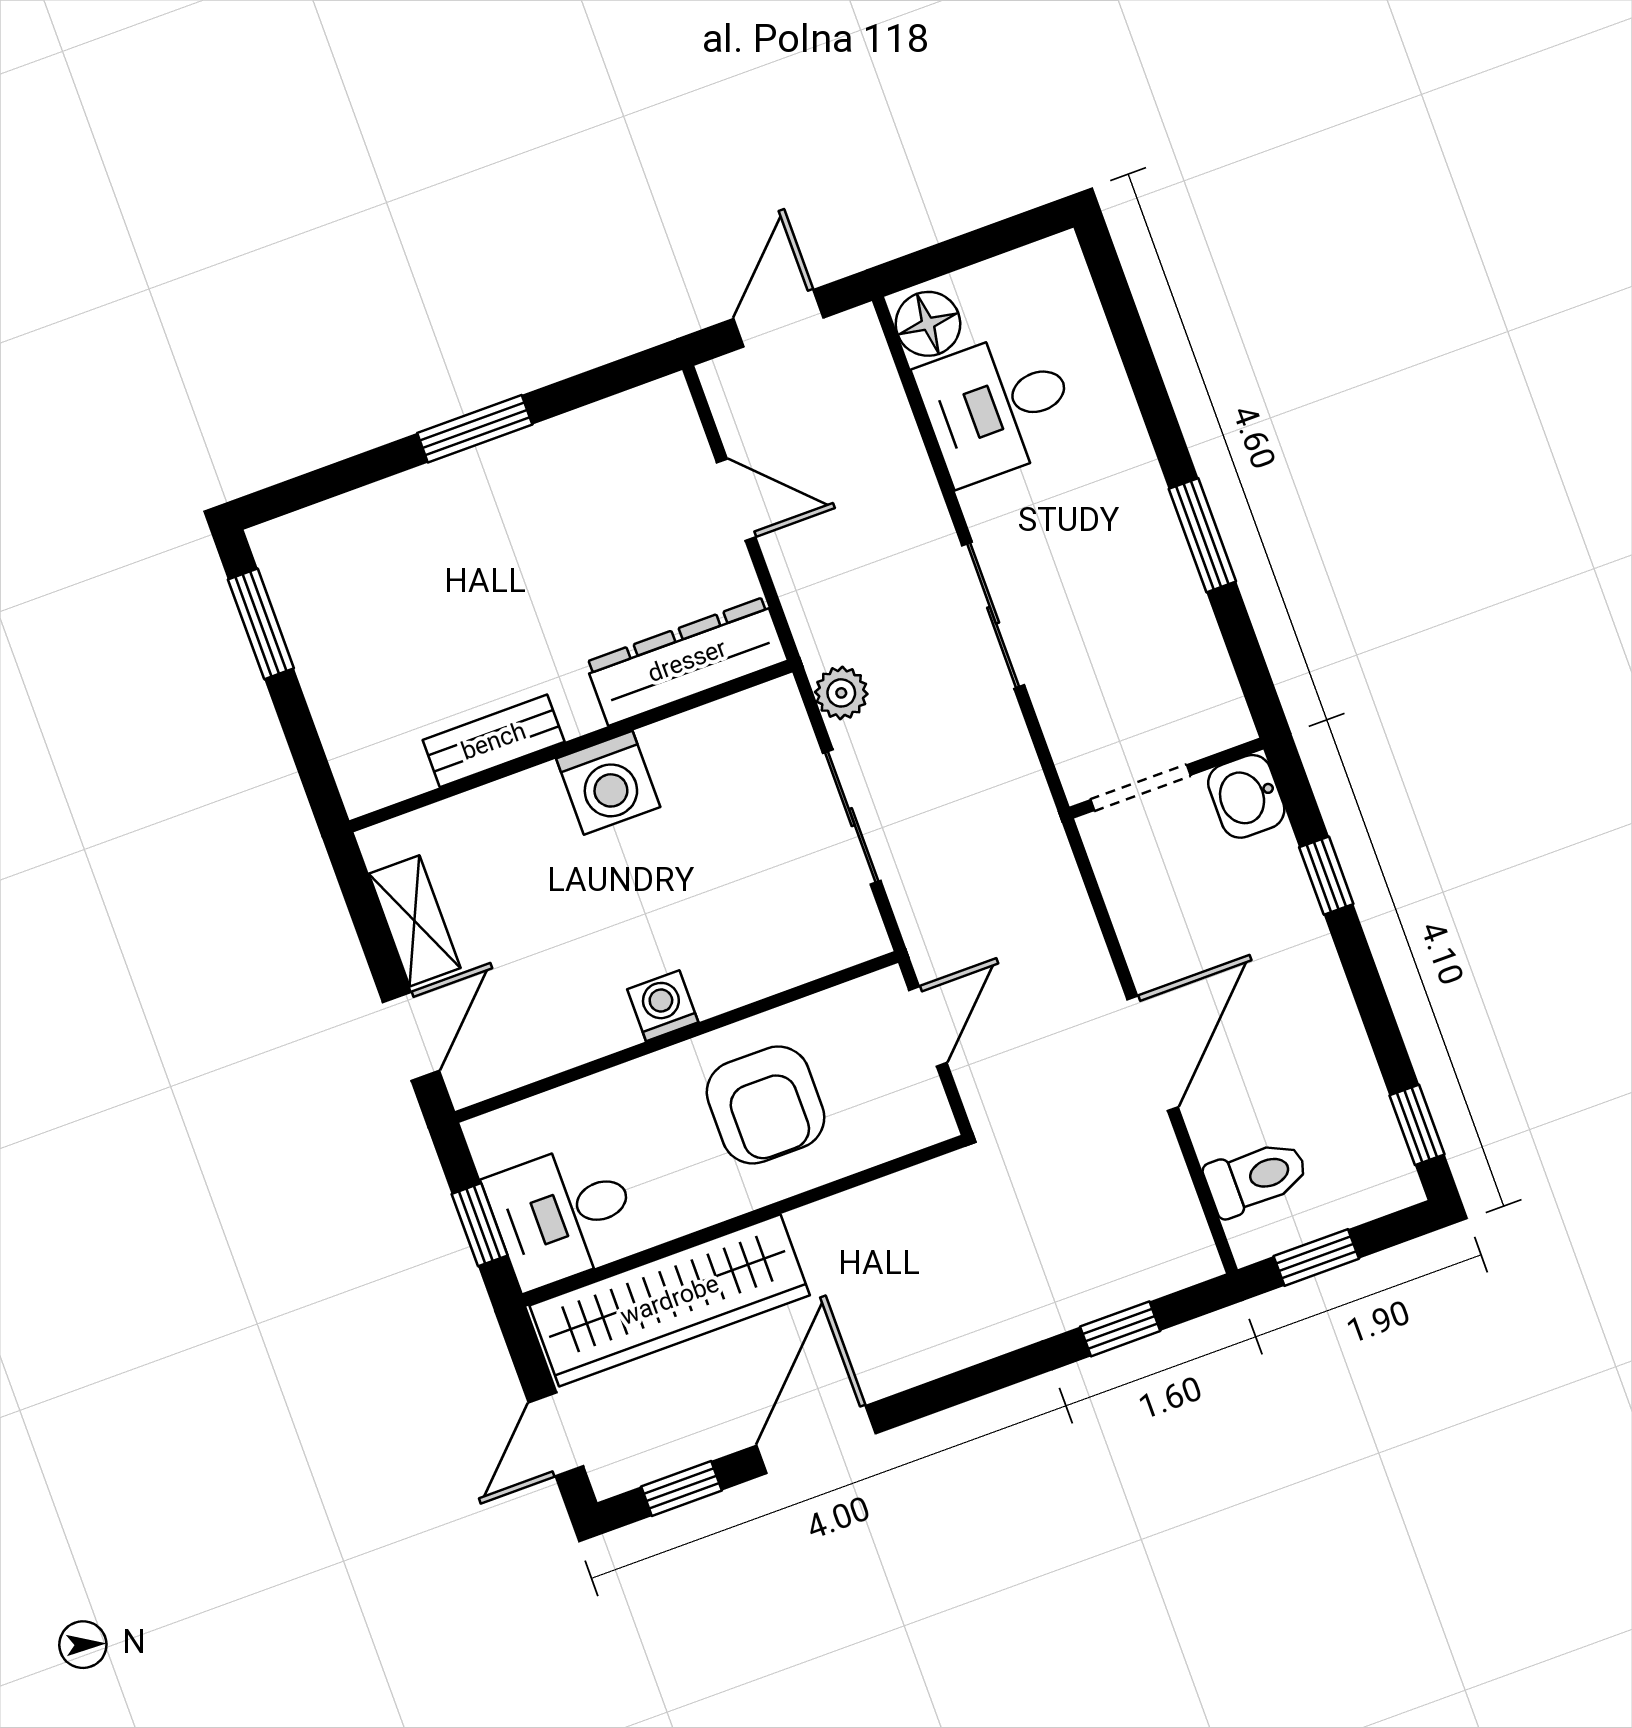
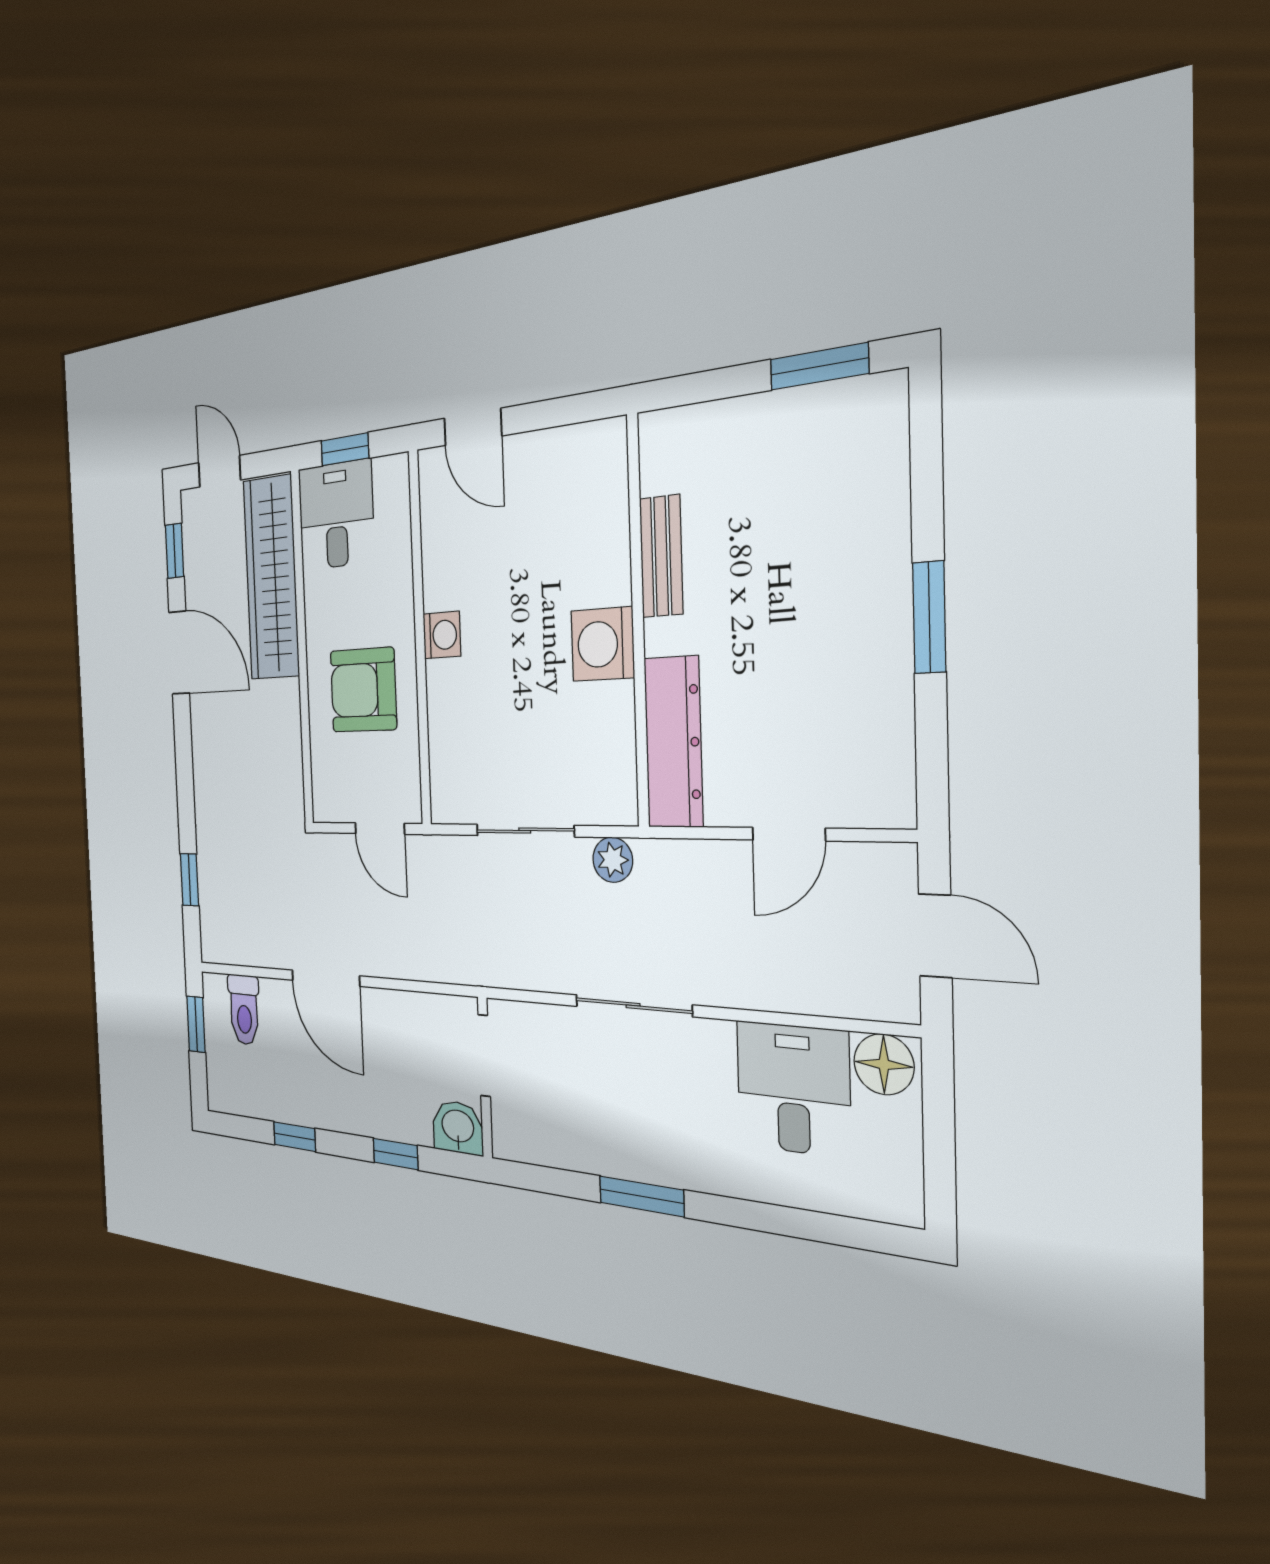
shelving: (415, 921) -> (549, 451), removed
window: (1417, 1125) -> (294, 1137), moved

